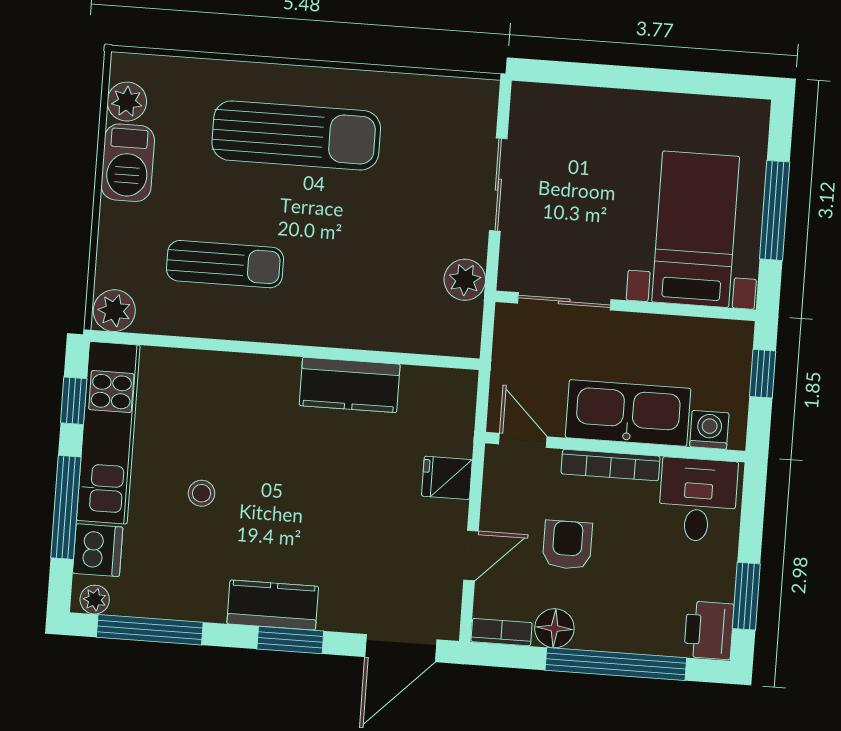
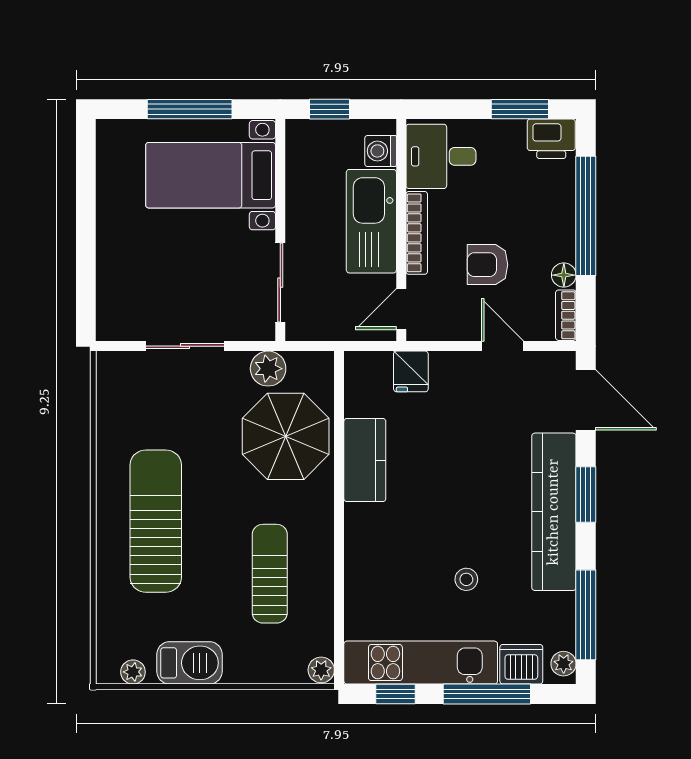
plant: (127, 102) -> (133, 672), width x0.73, depth x0.73
parasol: (384, 294) -> (286, 436), added
plant: (114, 311) -> (321, 670), width x0.73, depth x0.73
fridge: (447, 478) -> (411, 371), moved
kitchen counter: (273, 605) -> (554, 512), width x2.08, depth x1.17
floor lamp: (554, 628) -> (564, 275), width x0.73, depth x0.73

